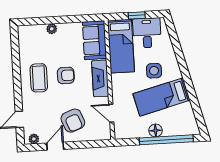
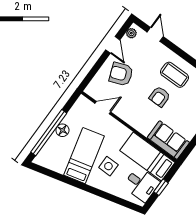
fireplace: (100, 78) -> (136, 121), removed

